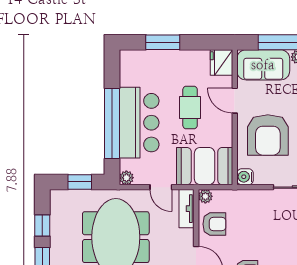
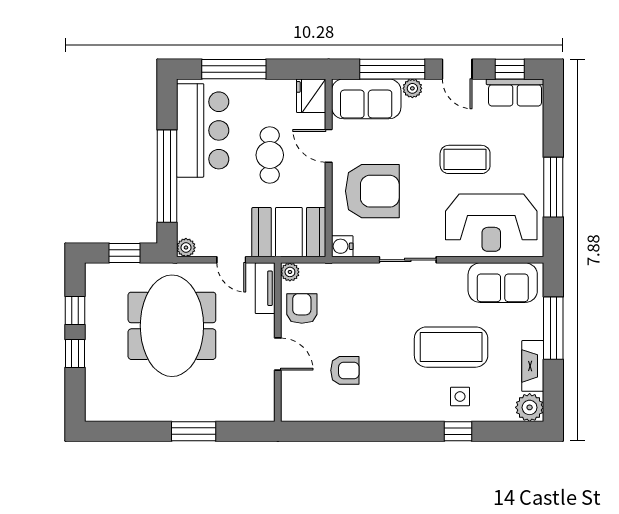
window: (163, 42) -> (234, 69), width x1.44
bar counter: (139, 123) -> (203, 130), moved
armchair: (268, 135) -> (372, 191), turned -90
armchair: (214, 224) -> (302, 308), turned -90

